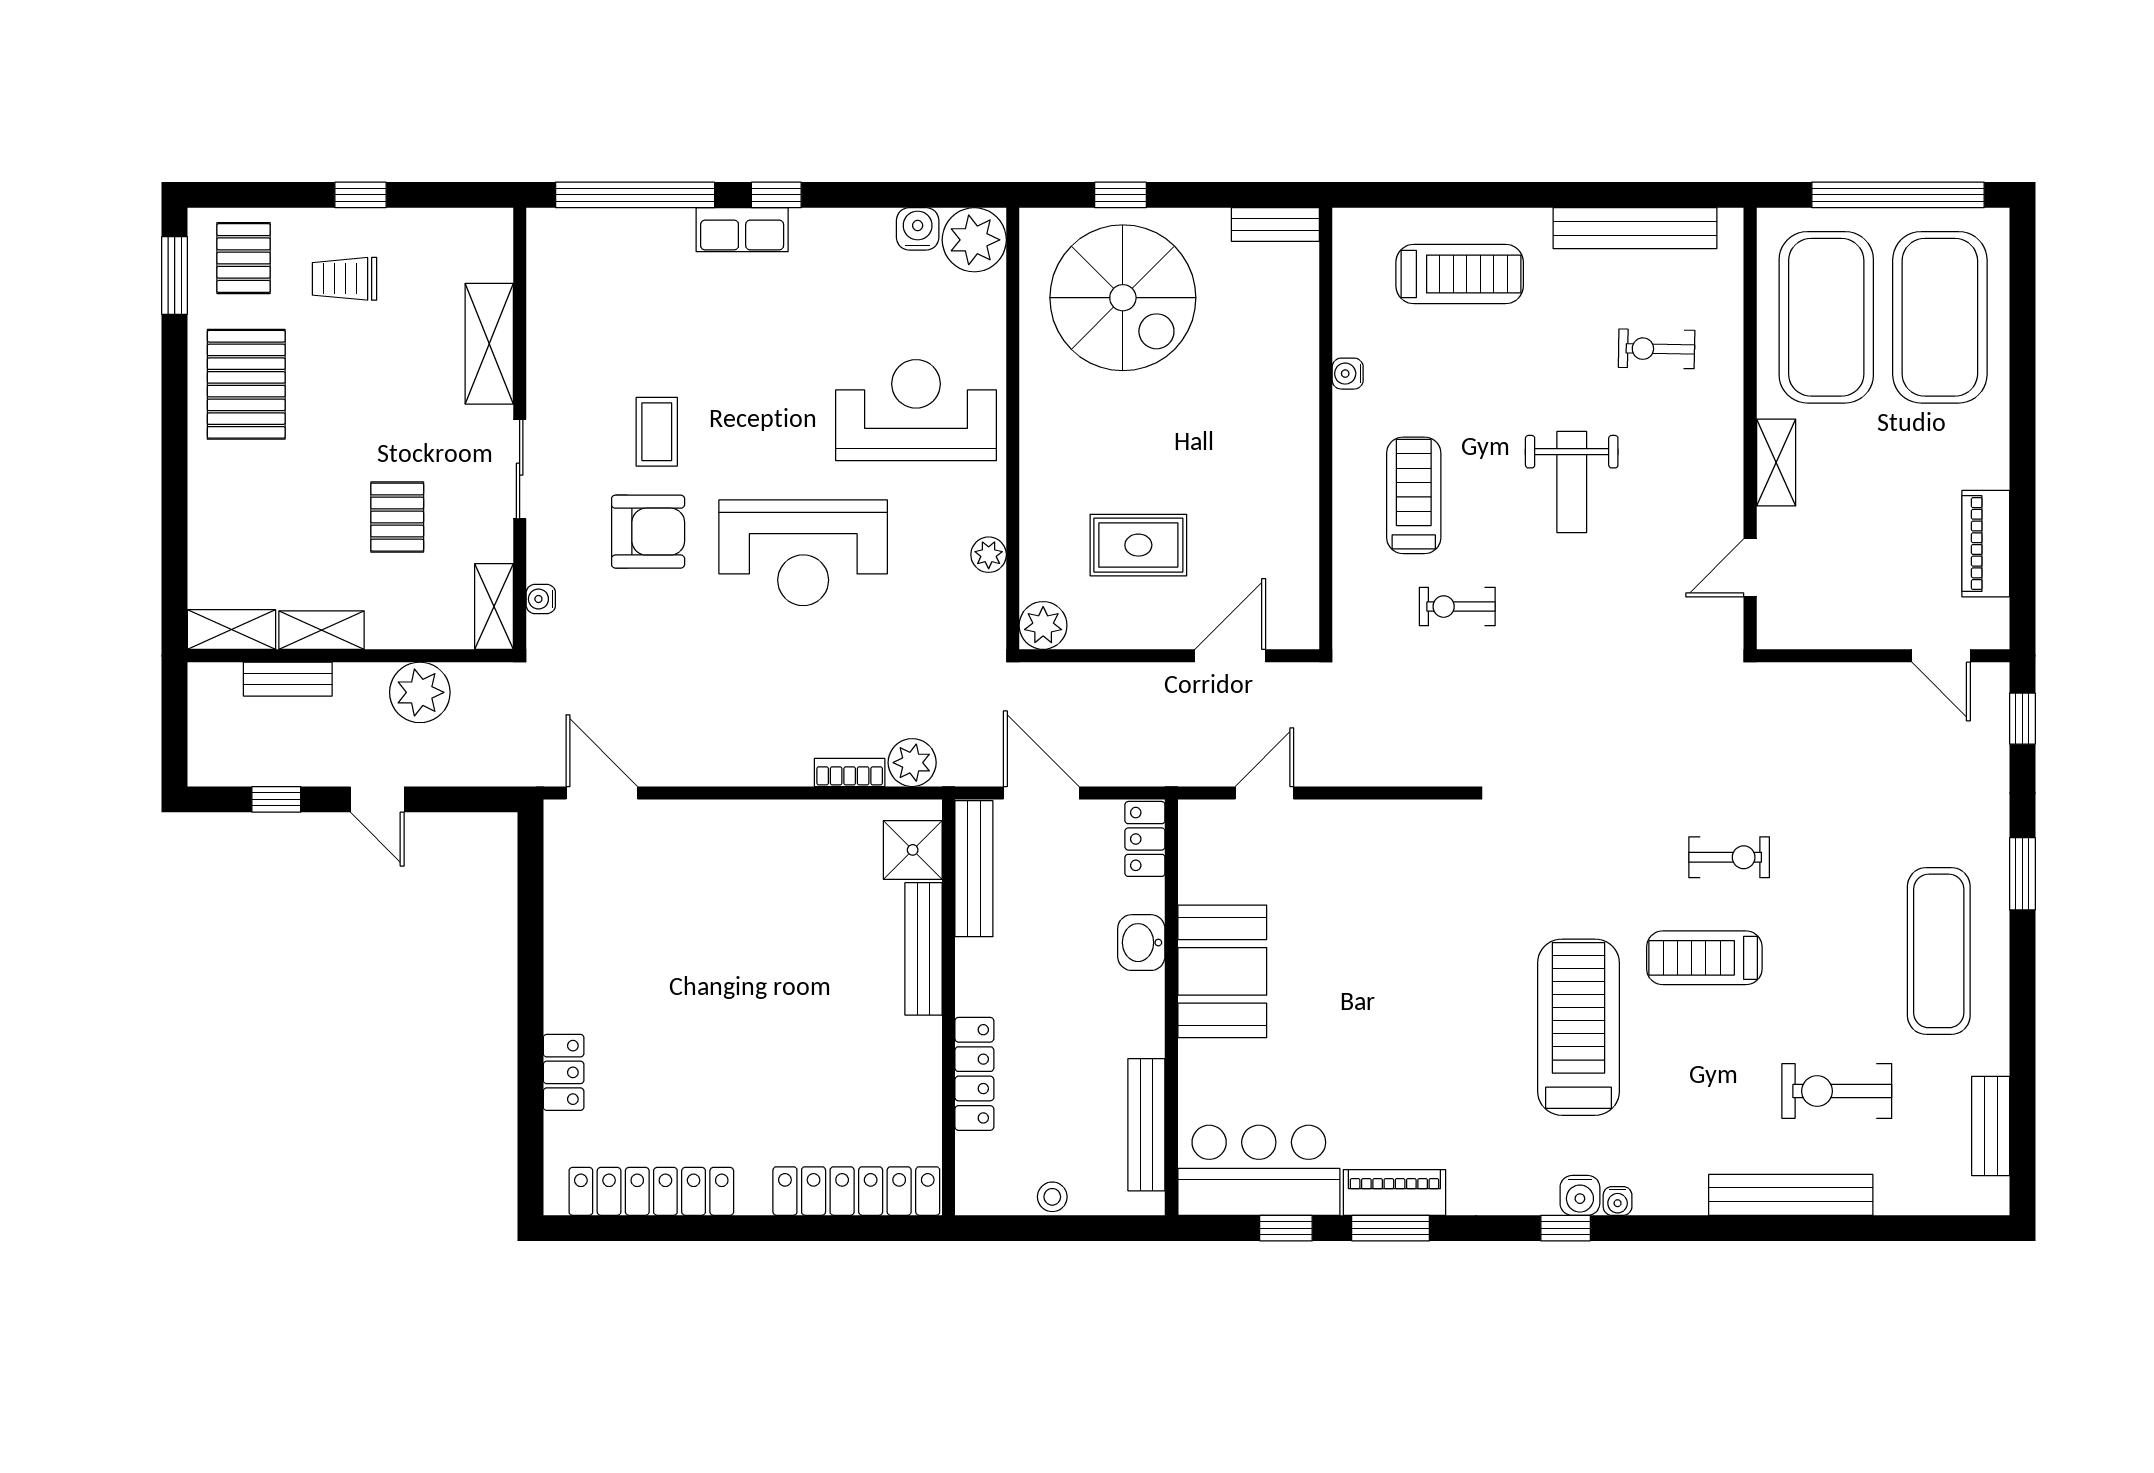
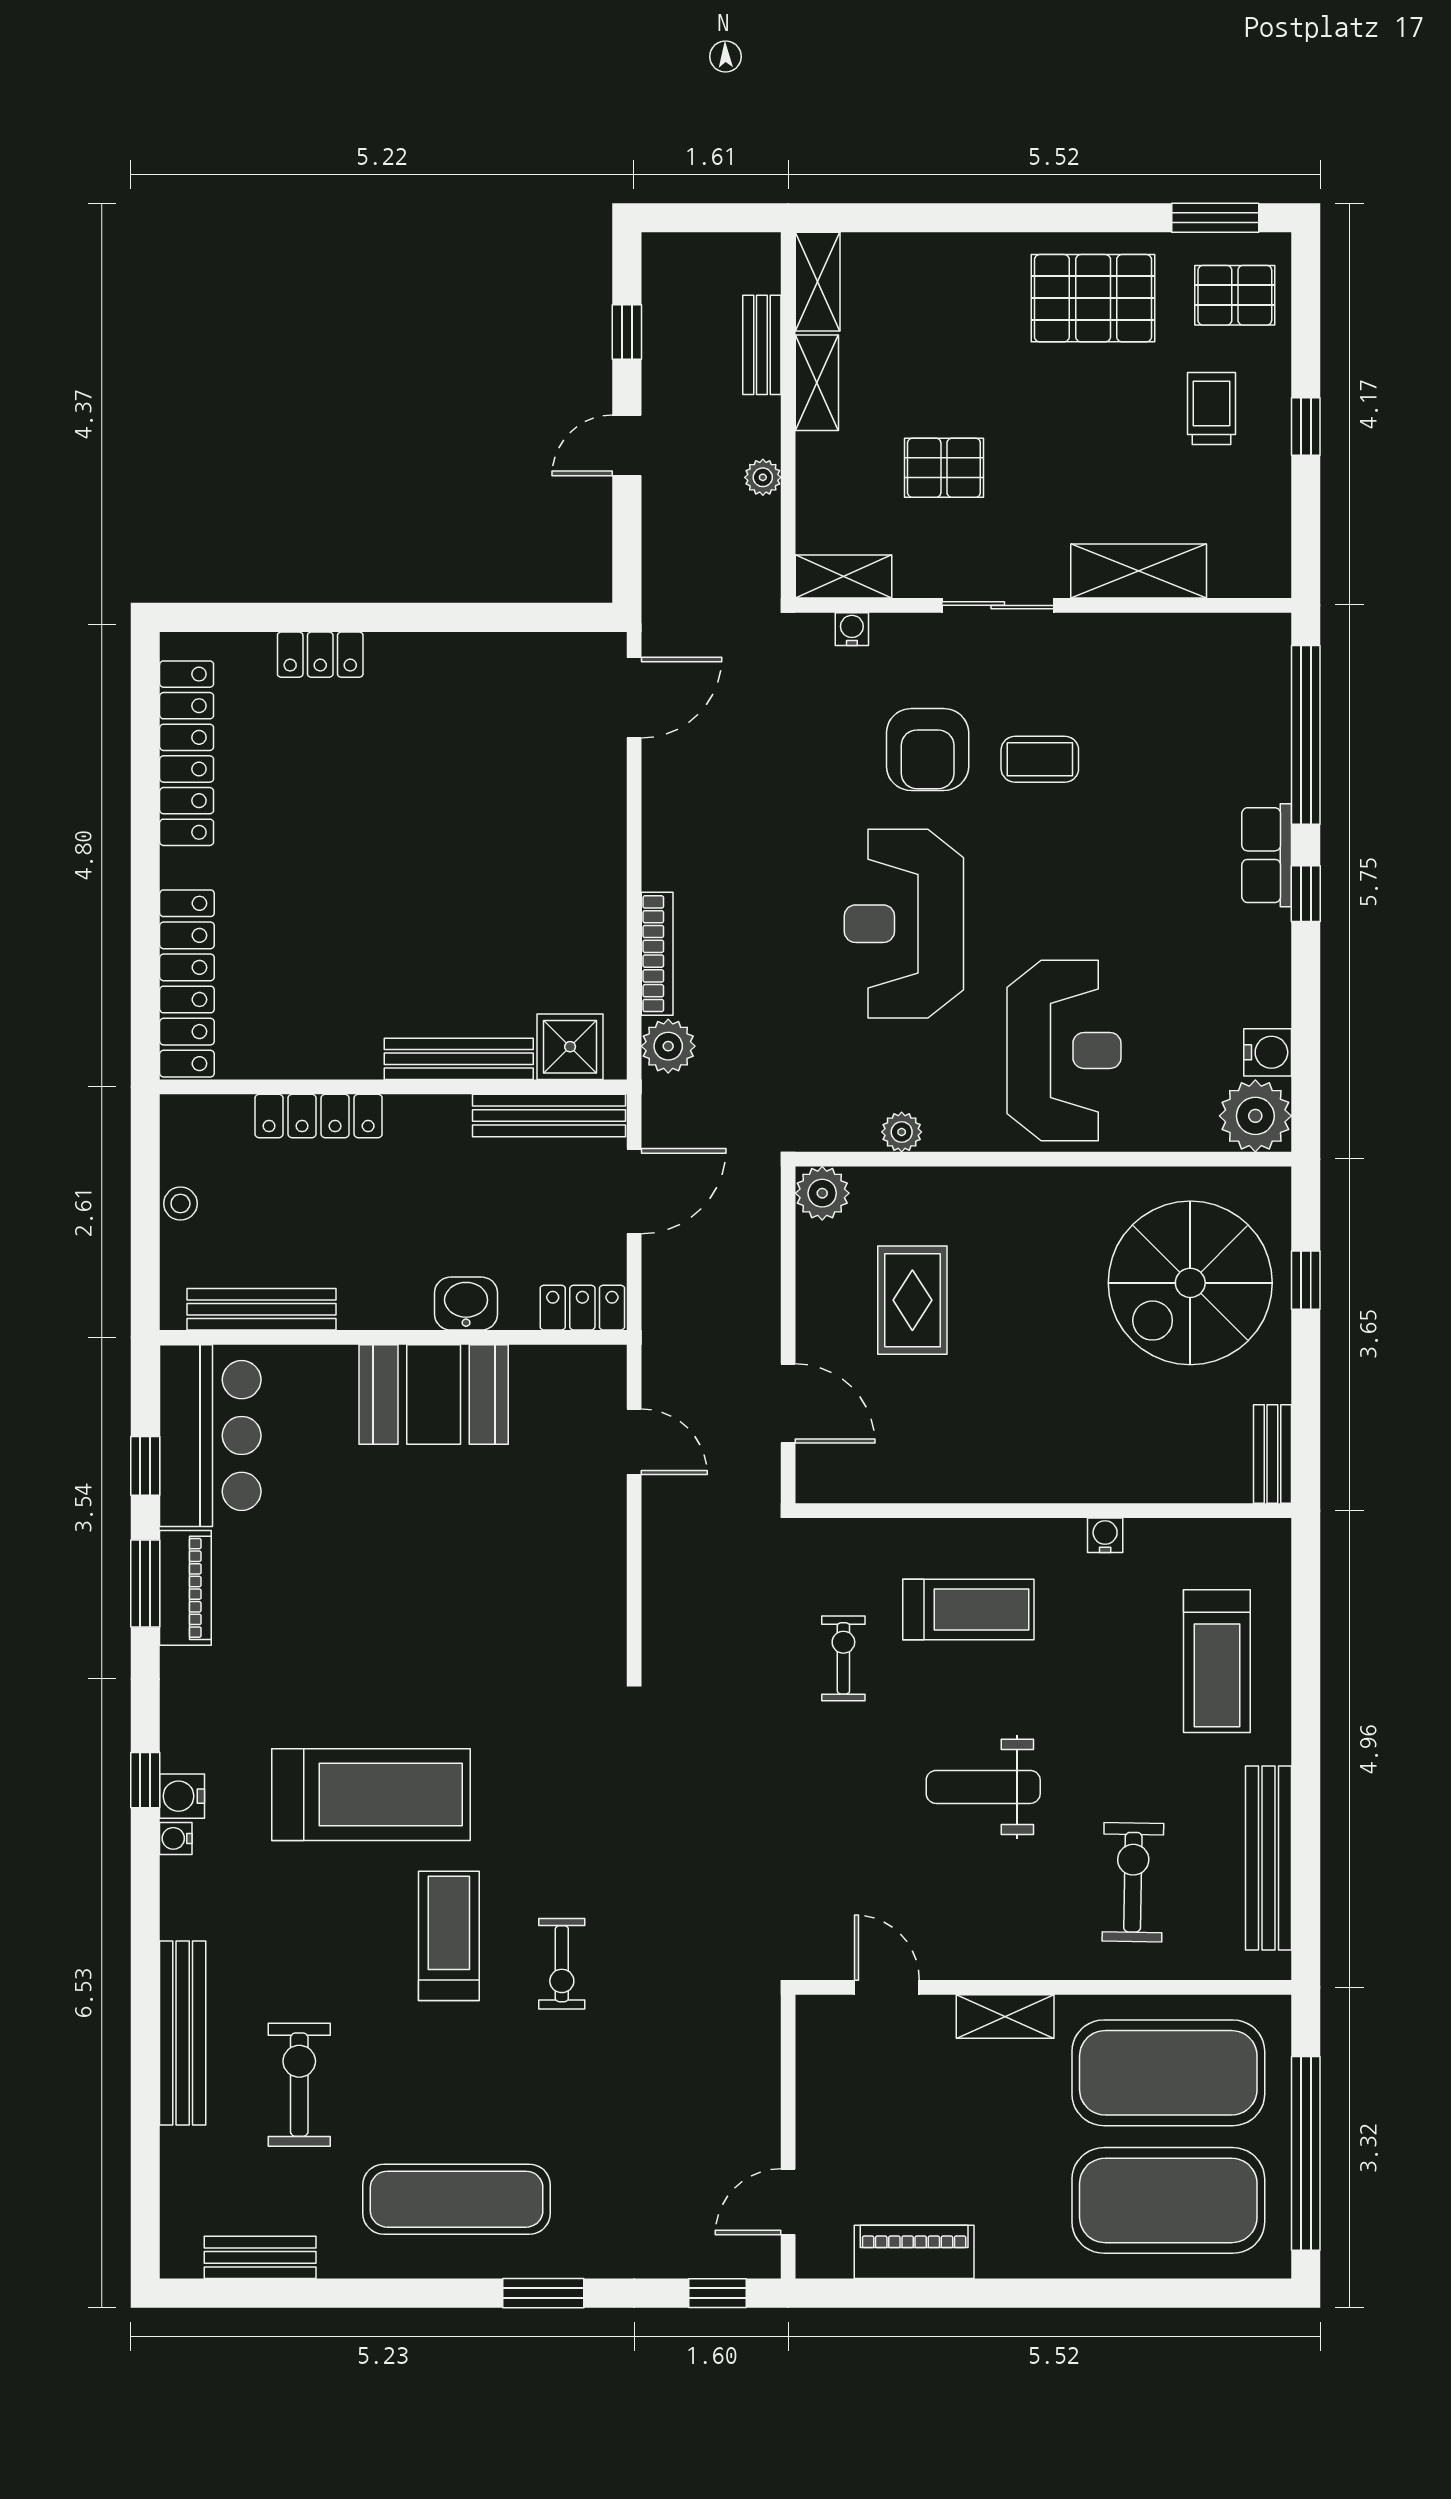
exercise bike: (1657, 349) -> (1133, 1882), width x1.38, depth x1.39
plant: (420, 692) -> (763, 477), width x0.53, depth x0.53
bookcase: (850, 772) -> (657, 954), width x1.56

